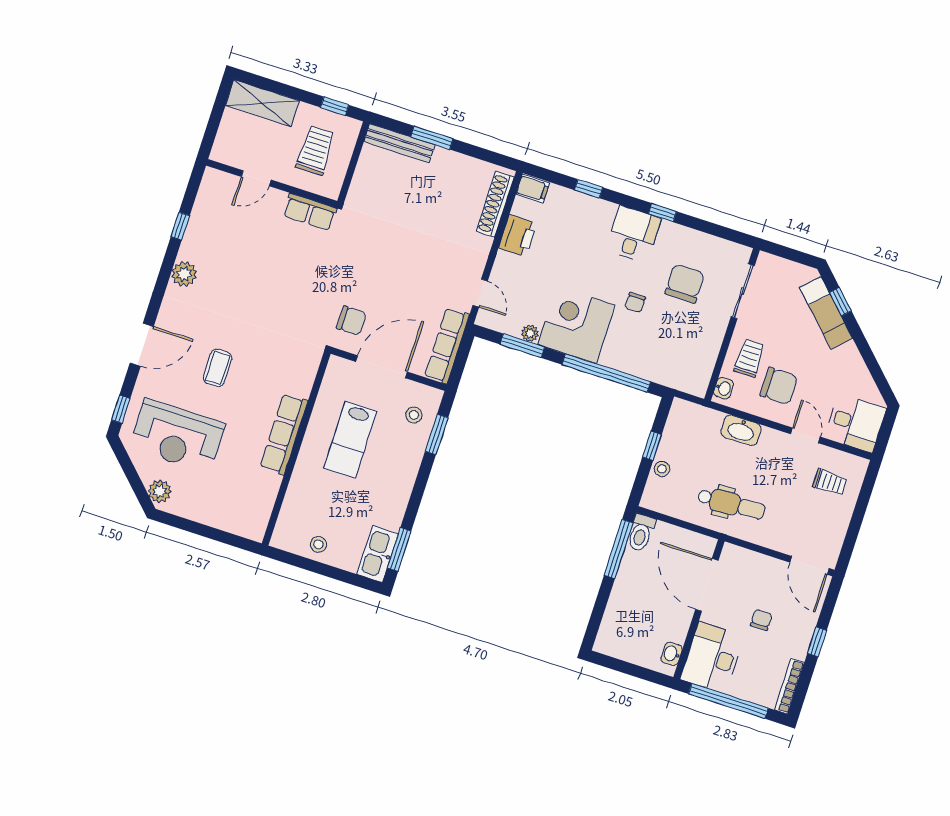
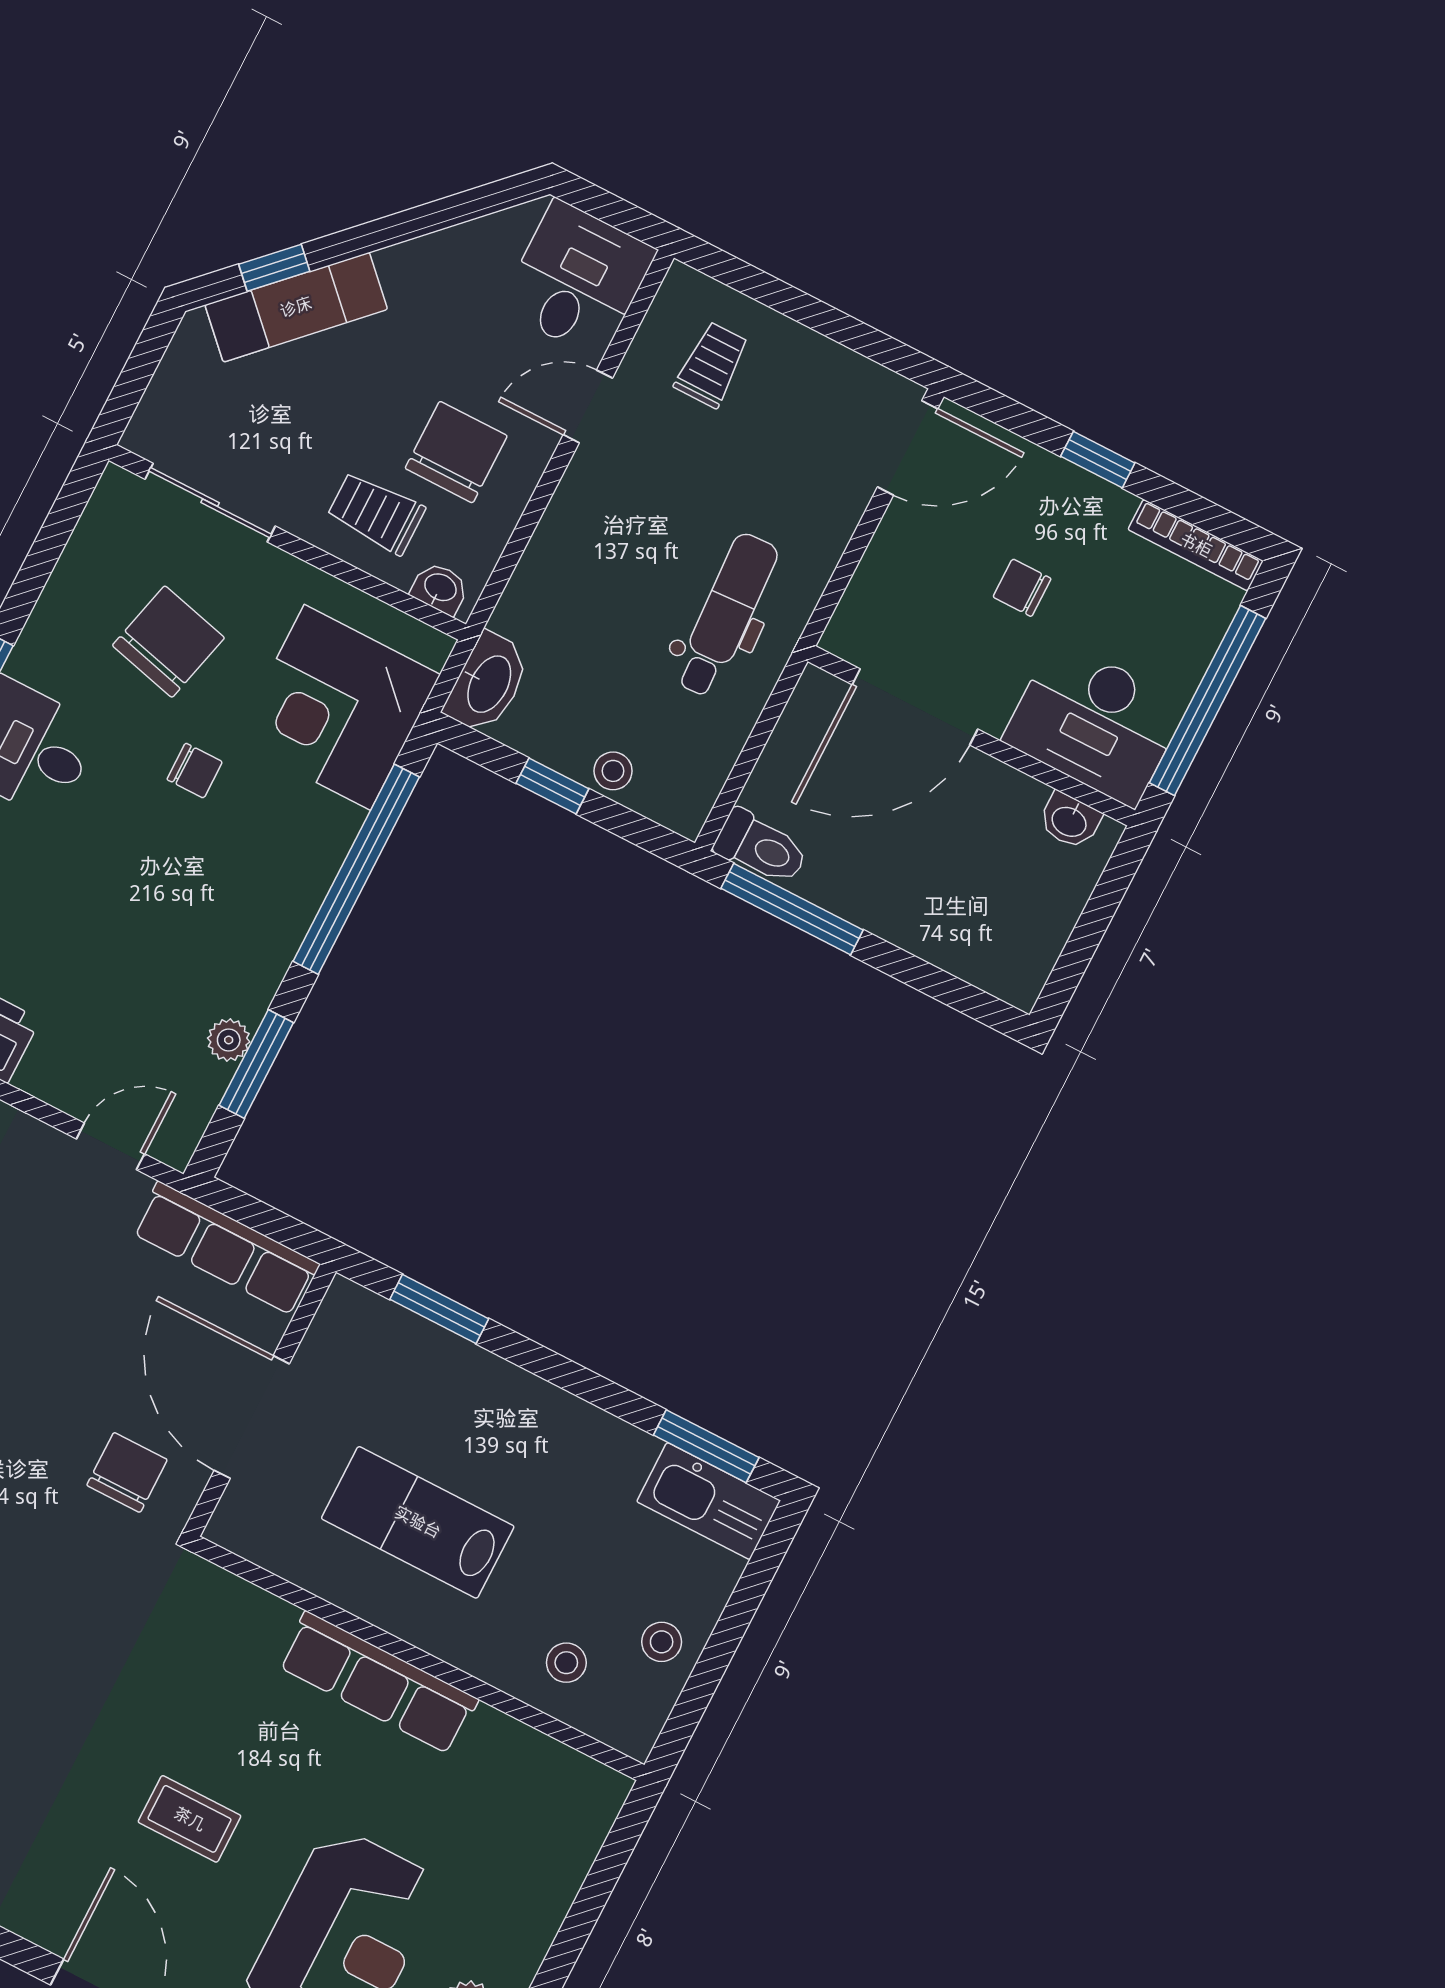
chair: (685, 284) -> (168, 642), turned 104
corner desk: (576, 325) -> (337, 707), moved
stool: (414, 415) -> (566, 1663), moved
washbasin: (741, 430) -> (488, 683), moved
lab bench: (350, 440) -> (418, 1522), turned 180

